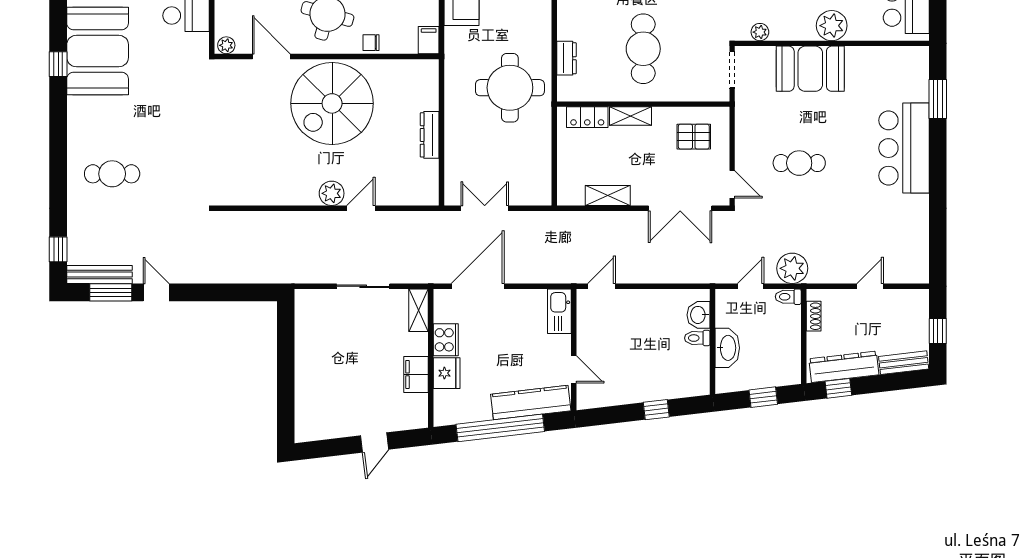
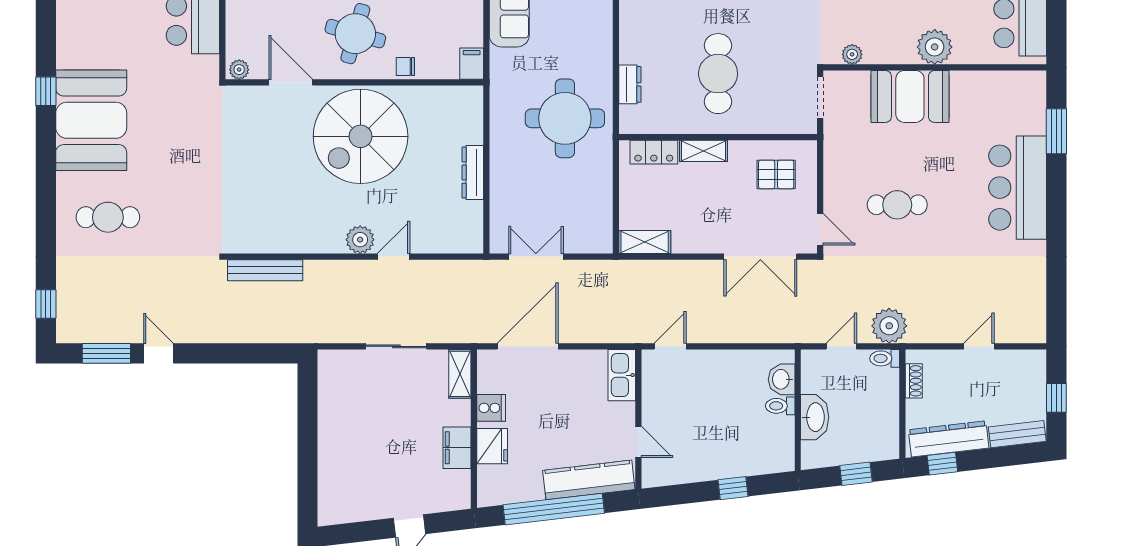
booth: (98, 51) -> (91, 120), moved
shelving: (608, 195) -> (645, 242), moved
bench: (100, 275) -> (265, 270), moved
cooker: (446, 340) -> (491, 408), width x0.73

